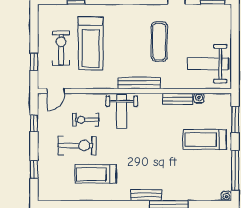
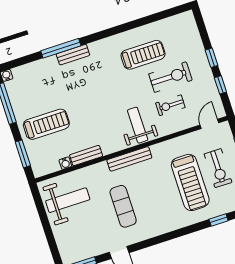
treadmill: (91, 43) -> (190, 182), turned 180
exercise bike: (86, 120) -> (170, 105), turned 180
exercise bike: (77, 146) -> (170, 77), turned 180
window: (34, 170) -> (212, 58), moved
bench: (146, 195) -> (73, 55), moved

